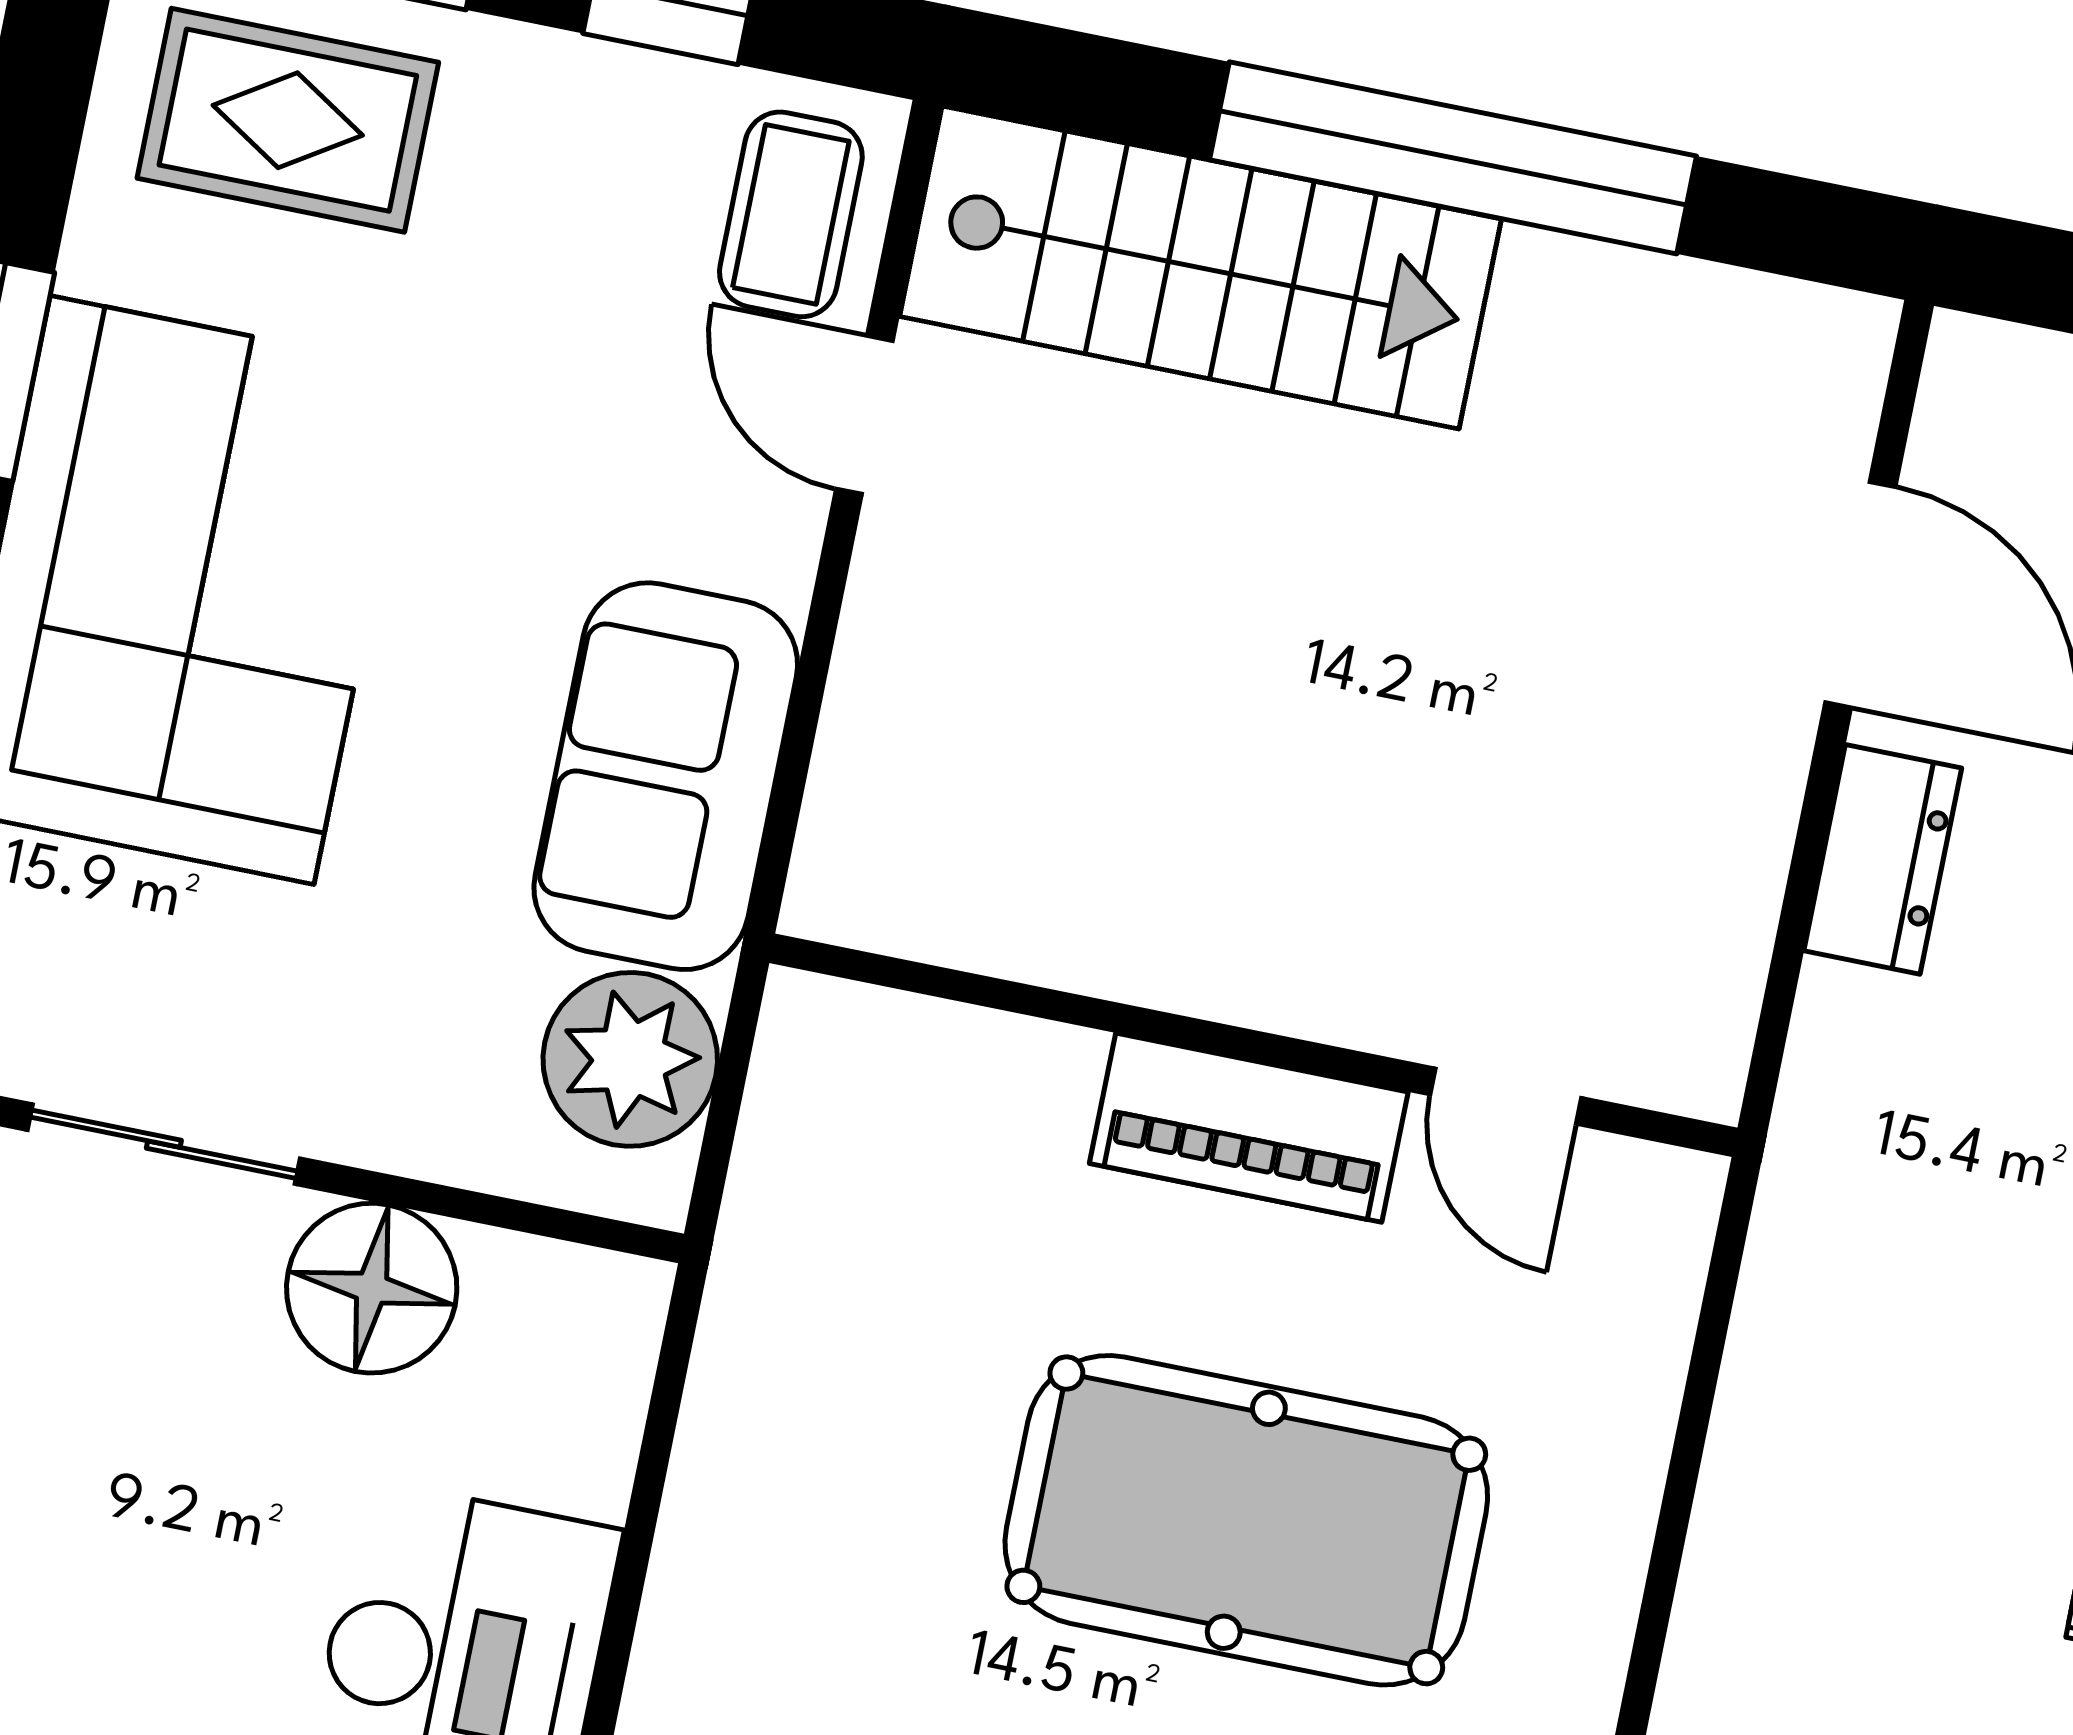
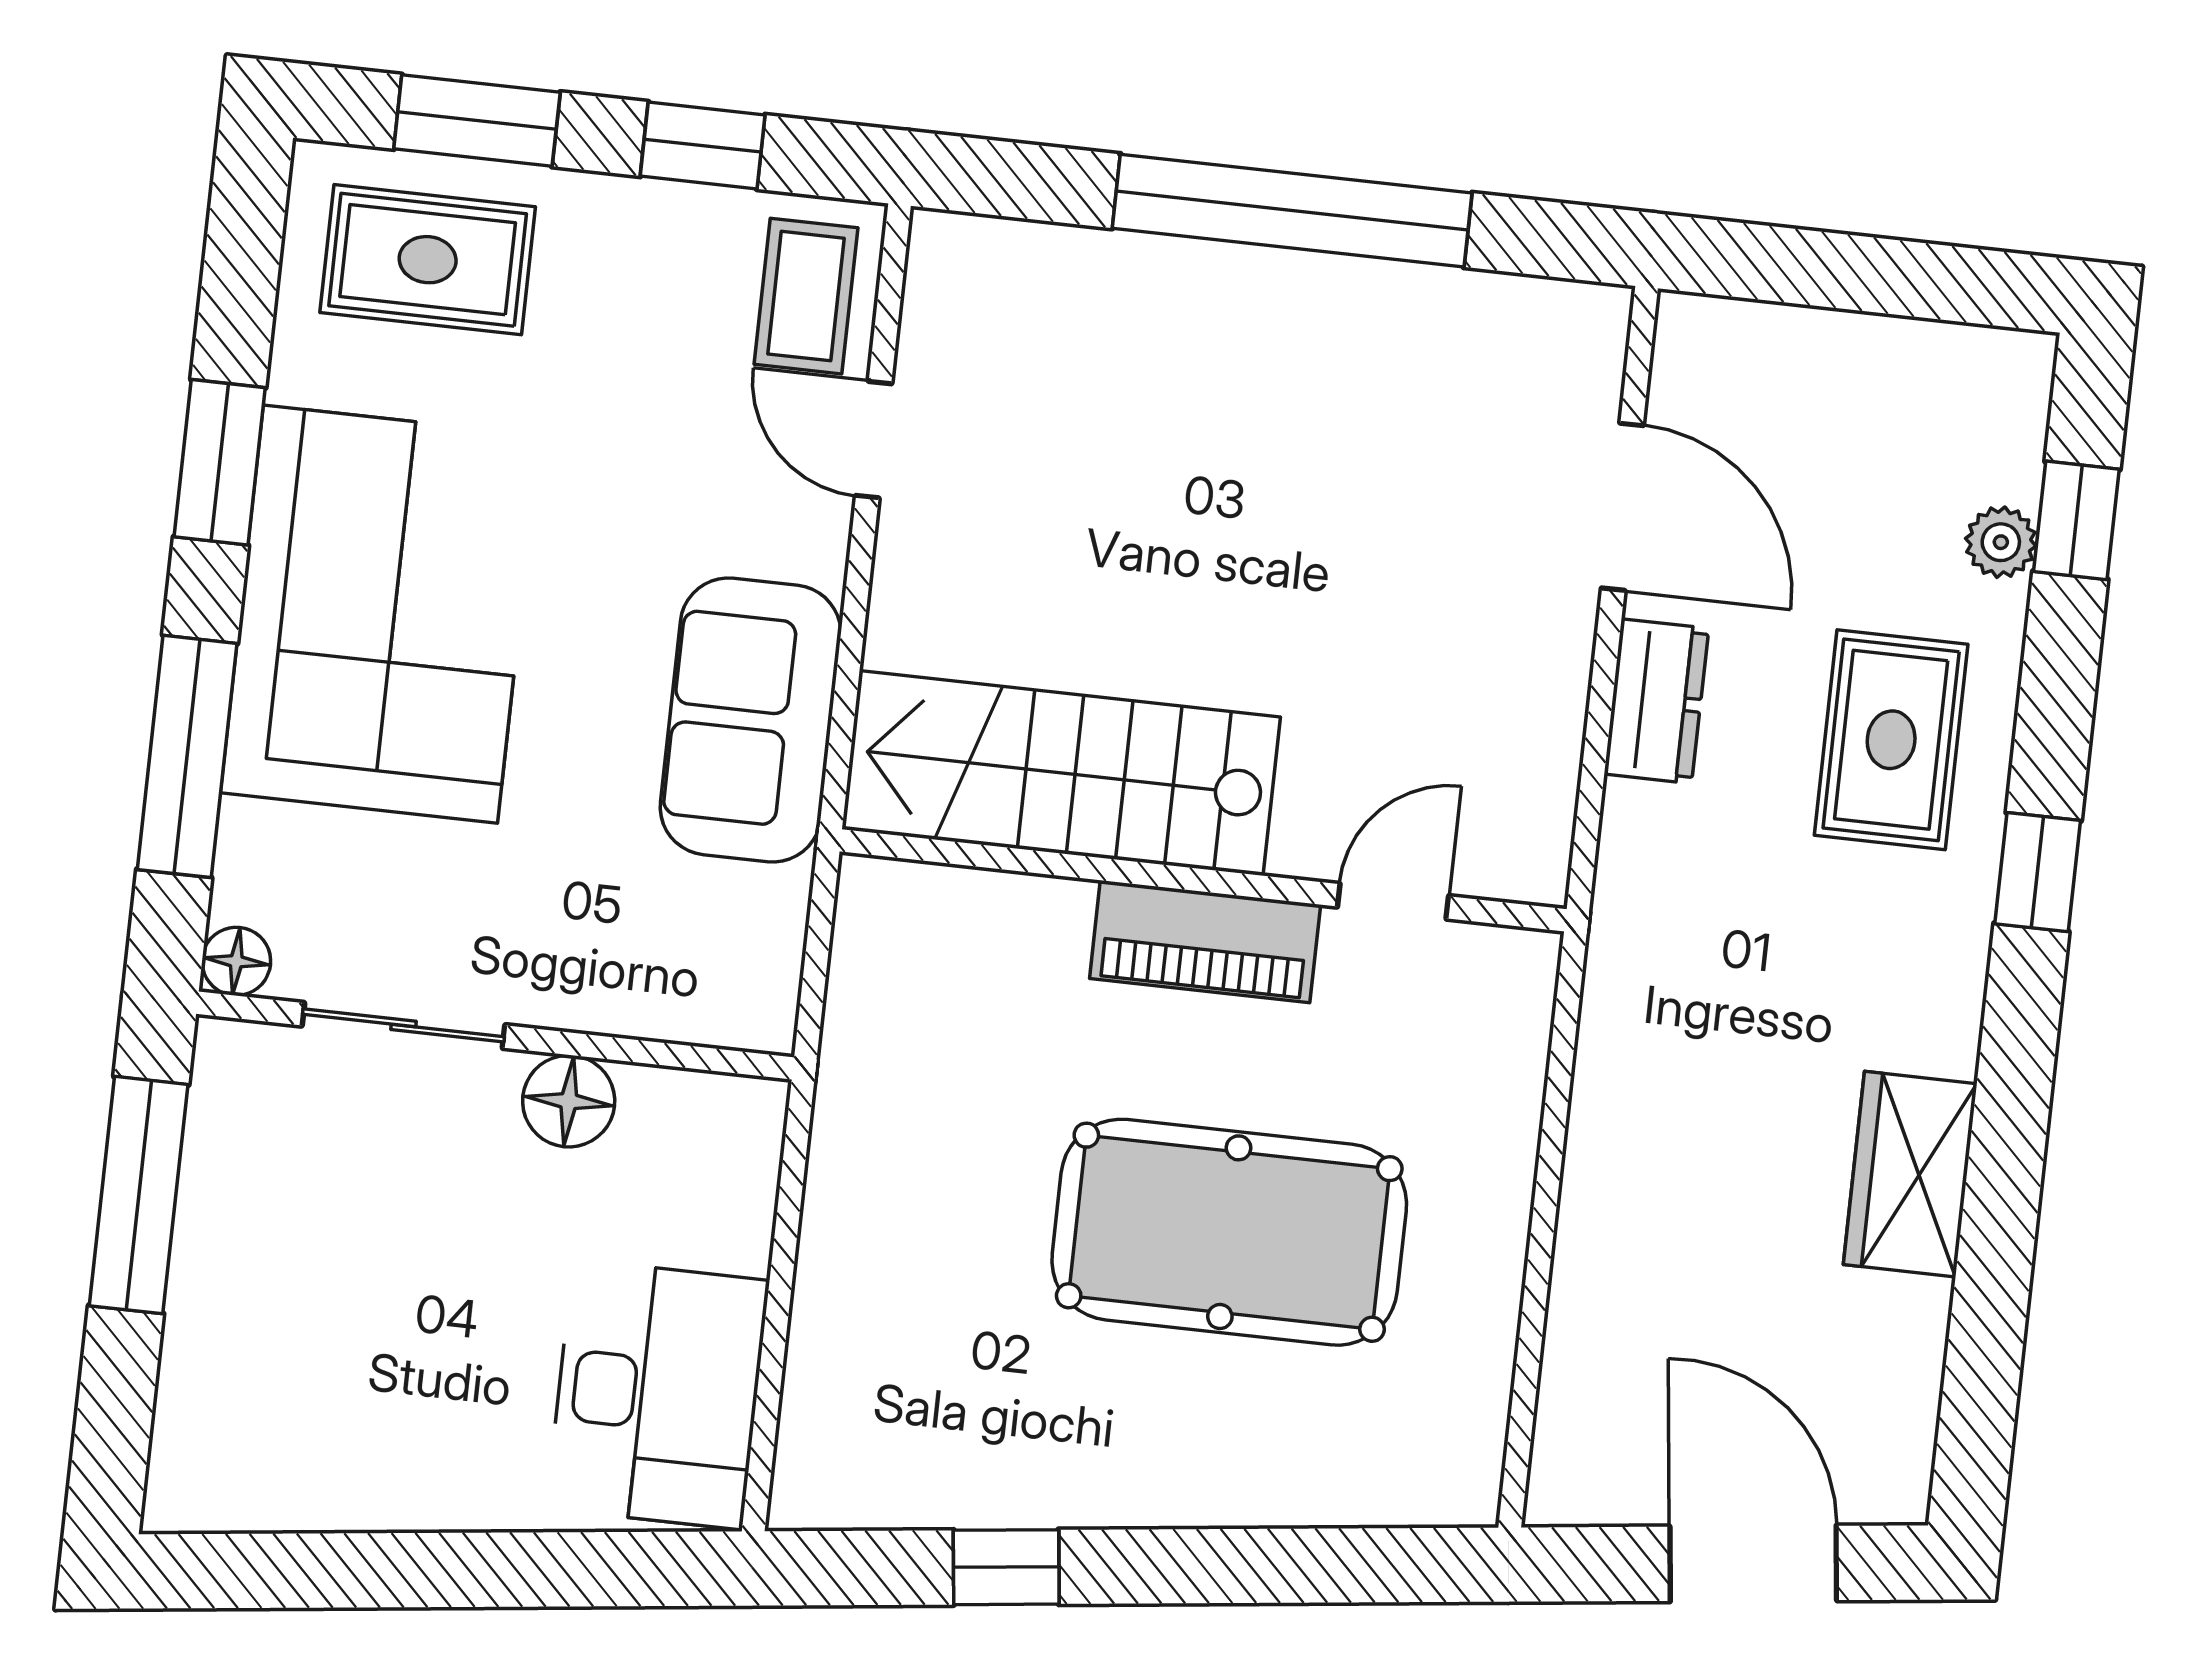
stairs: (1200, 268) -> (1061, 773), moved, turned 180
plant: (630, 1059) -> (743, 932), removed
door: (1506, 1096) -> (1393, 901), swing flipped
floor lamp: (372, 1288) -> (569, 1101), width x0.73, depth x0.73

